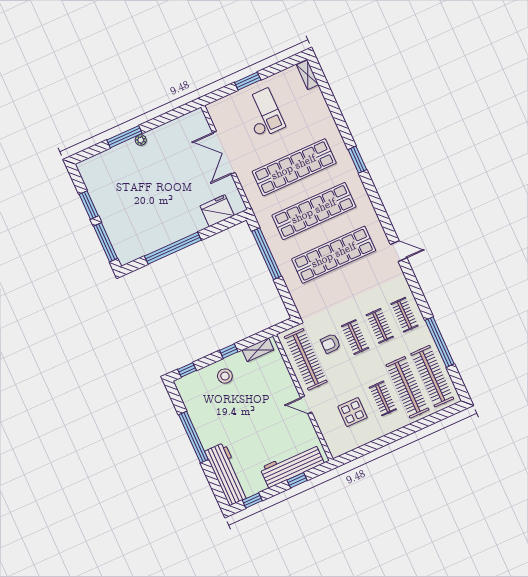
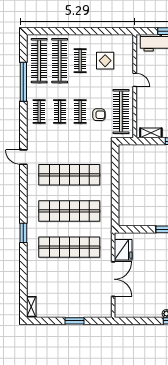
checkout: (263, 113) -> (74, 294), removed
fridge: (217, 211) -> (123, 250), moved, turned -90
window: (267, 254) -> (115, 196), removed

